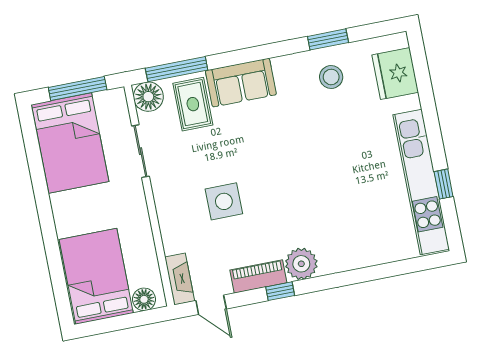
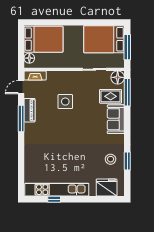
plant: (301, 264) -> (31, 130), removed
window: (280, 291) -> (21, 118), width x2.17

